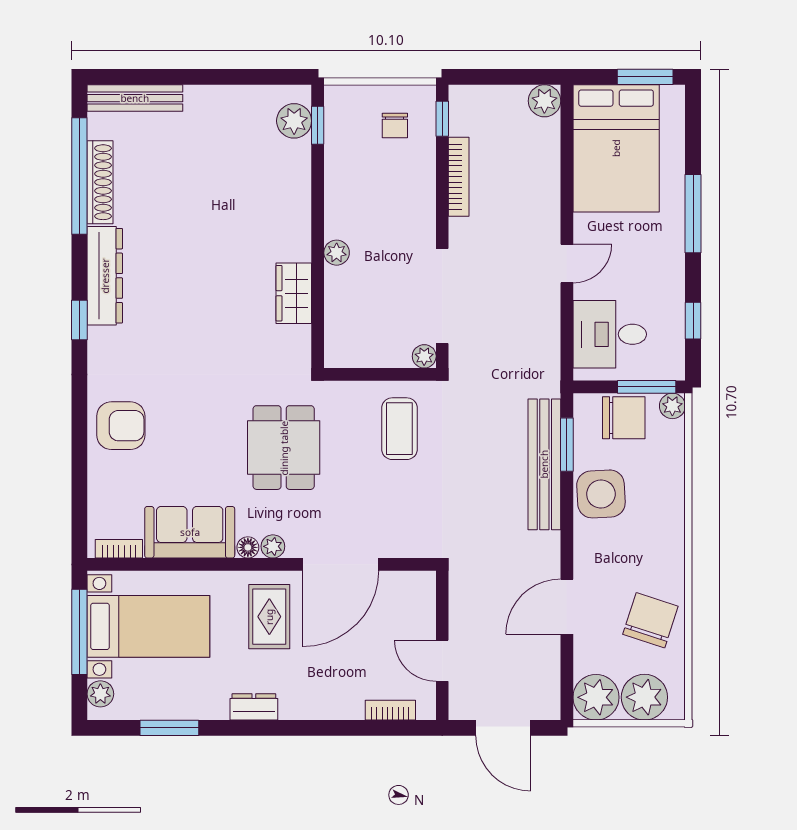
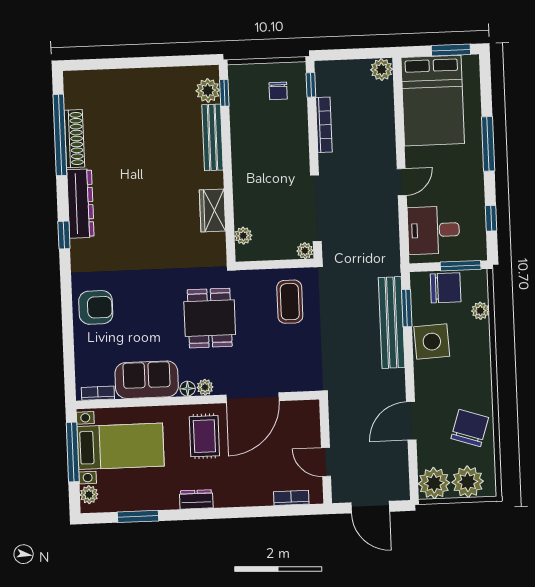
bench: (135, 98) -> (212, 137), moved, turned 90
plant: (337, 253) -> (243, 236), moved
plant: (672, 406) -> (480, 311), moved

